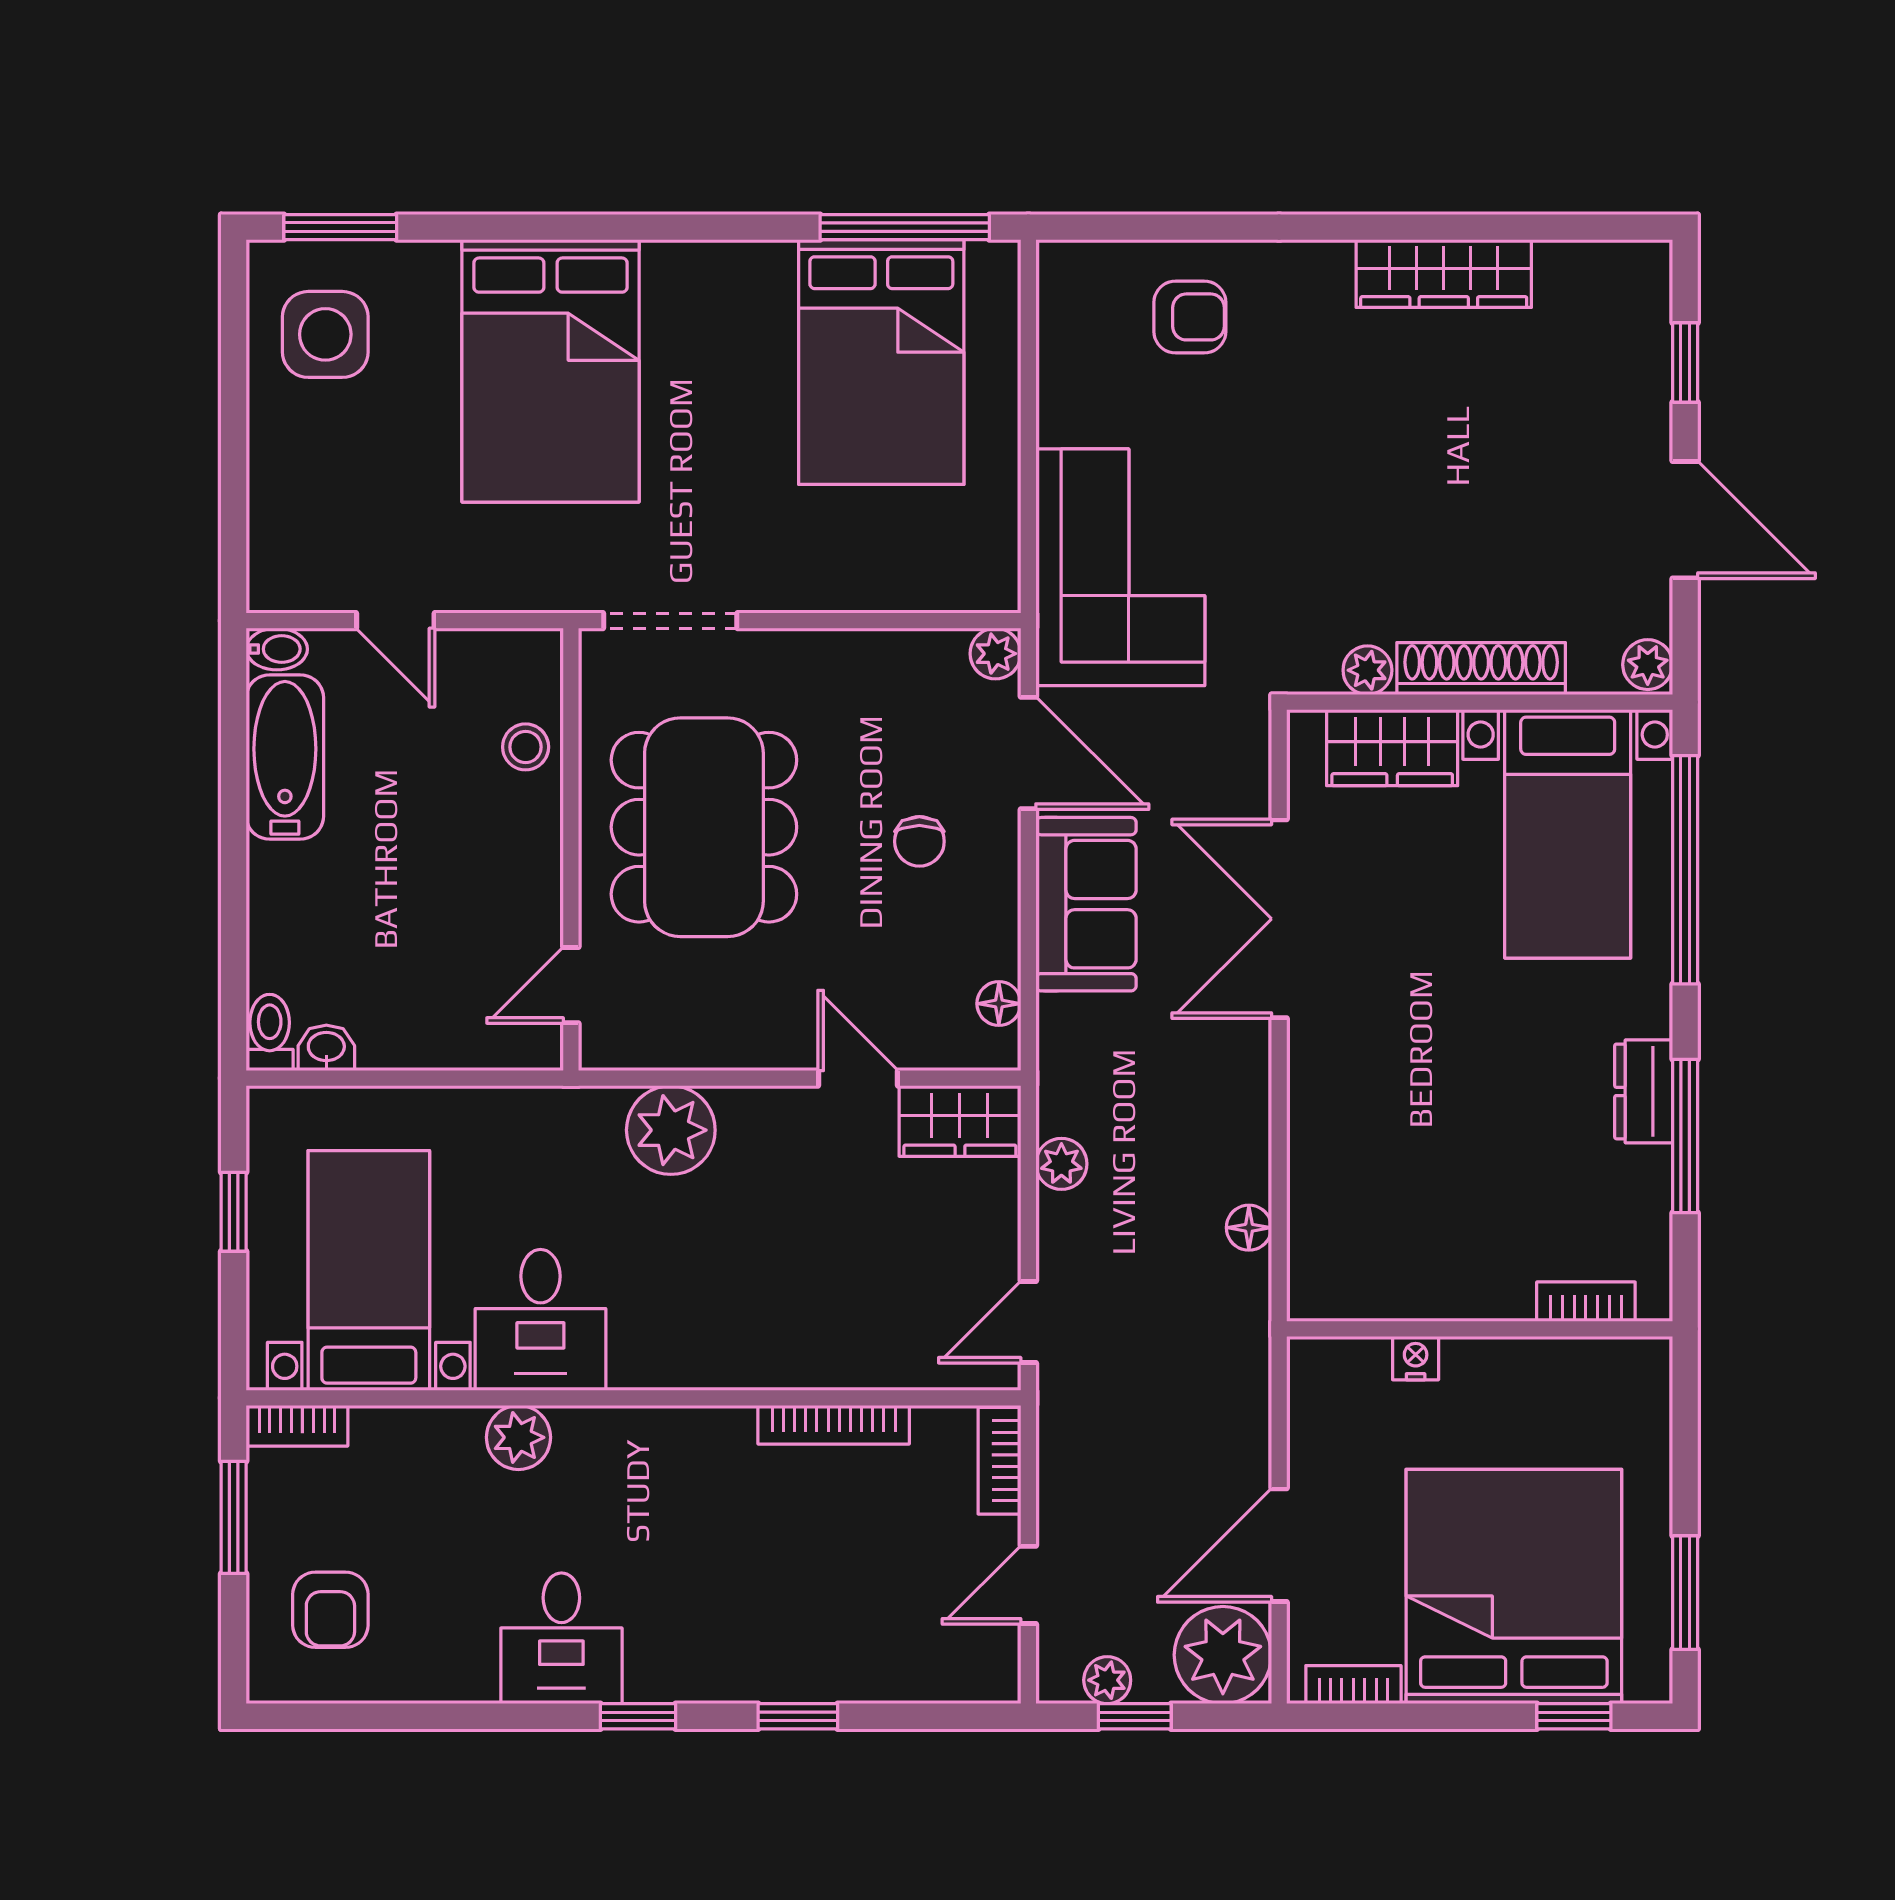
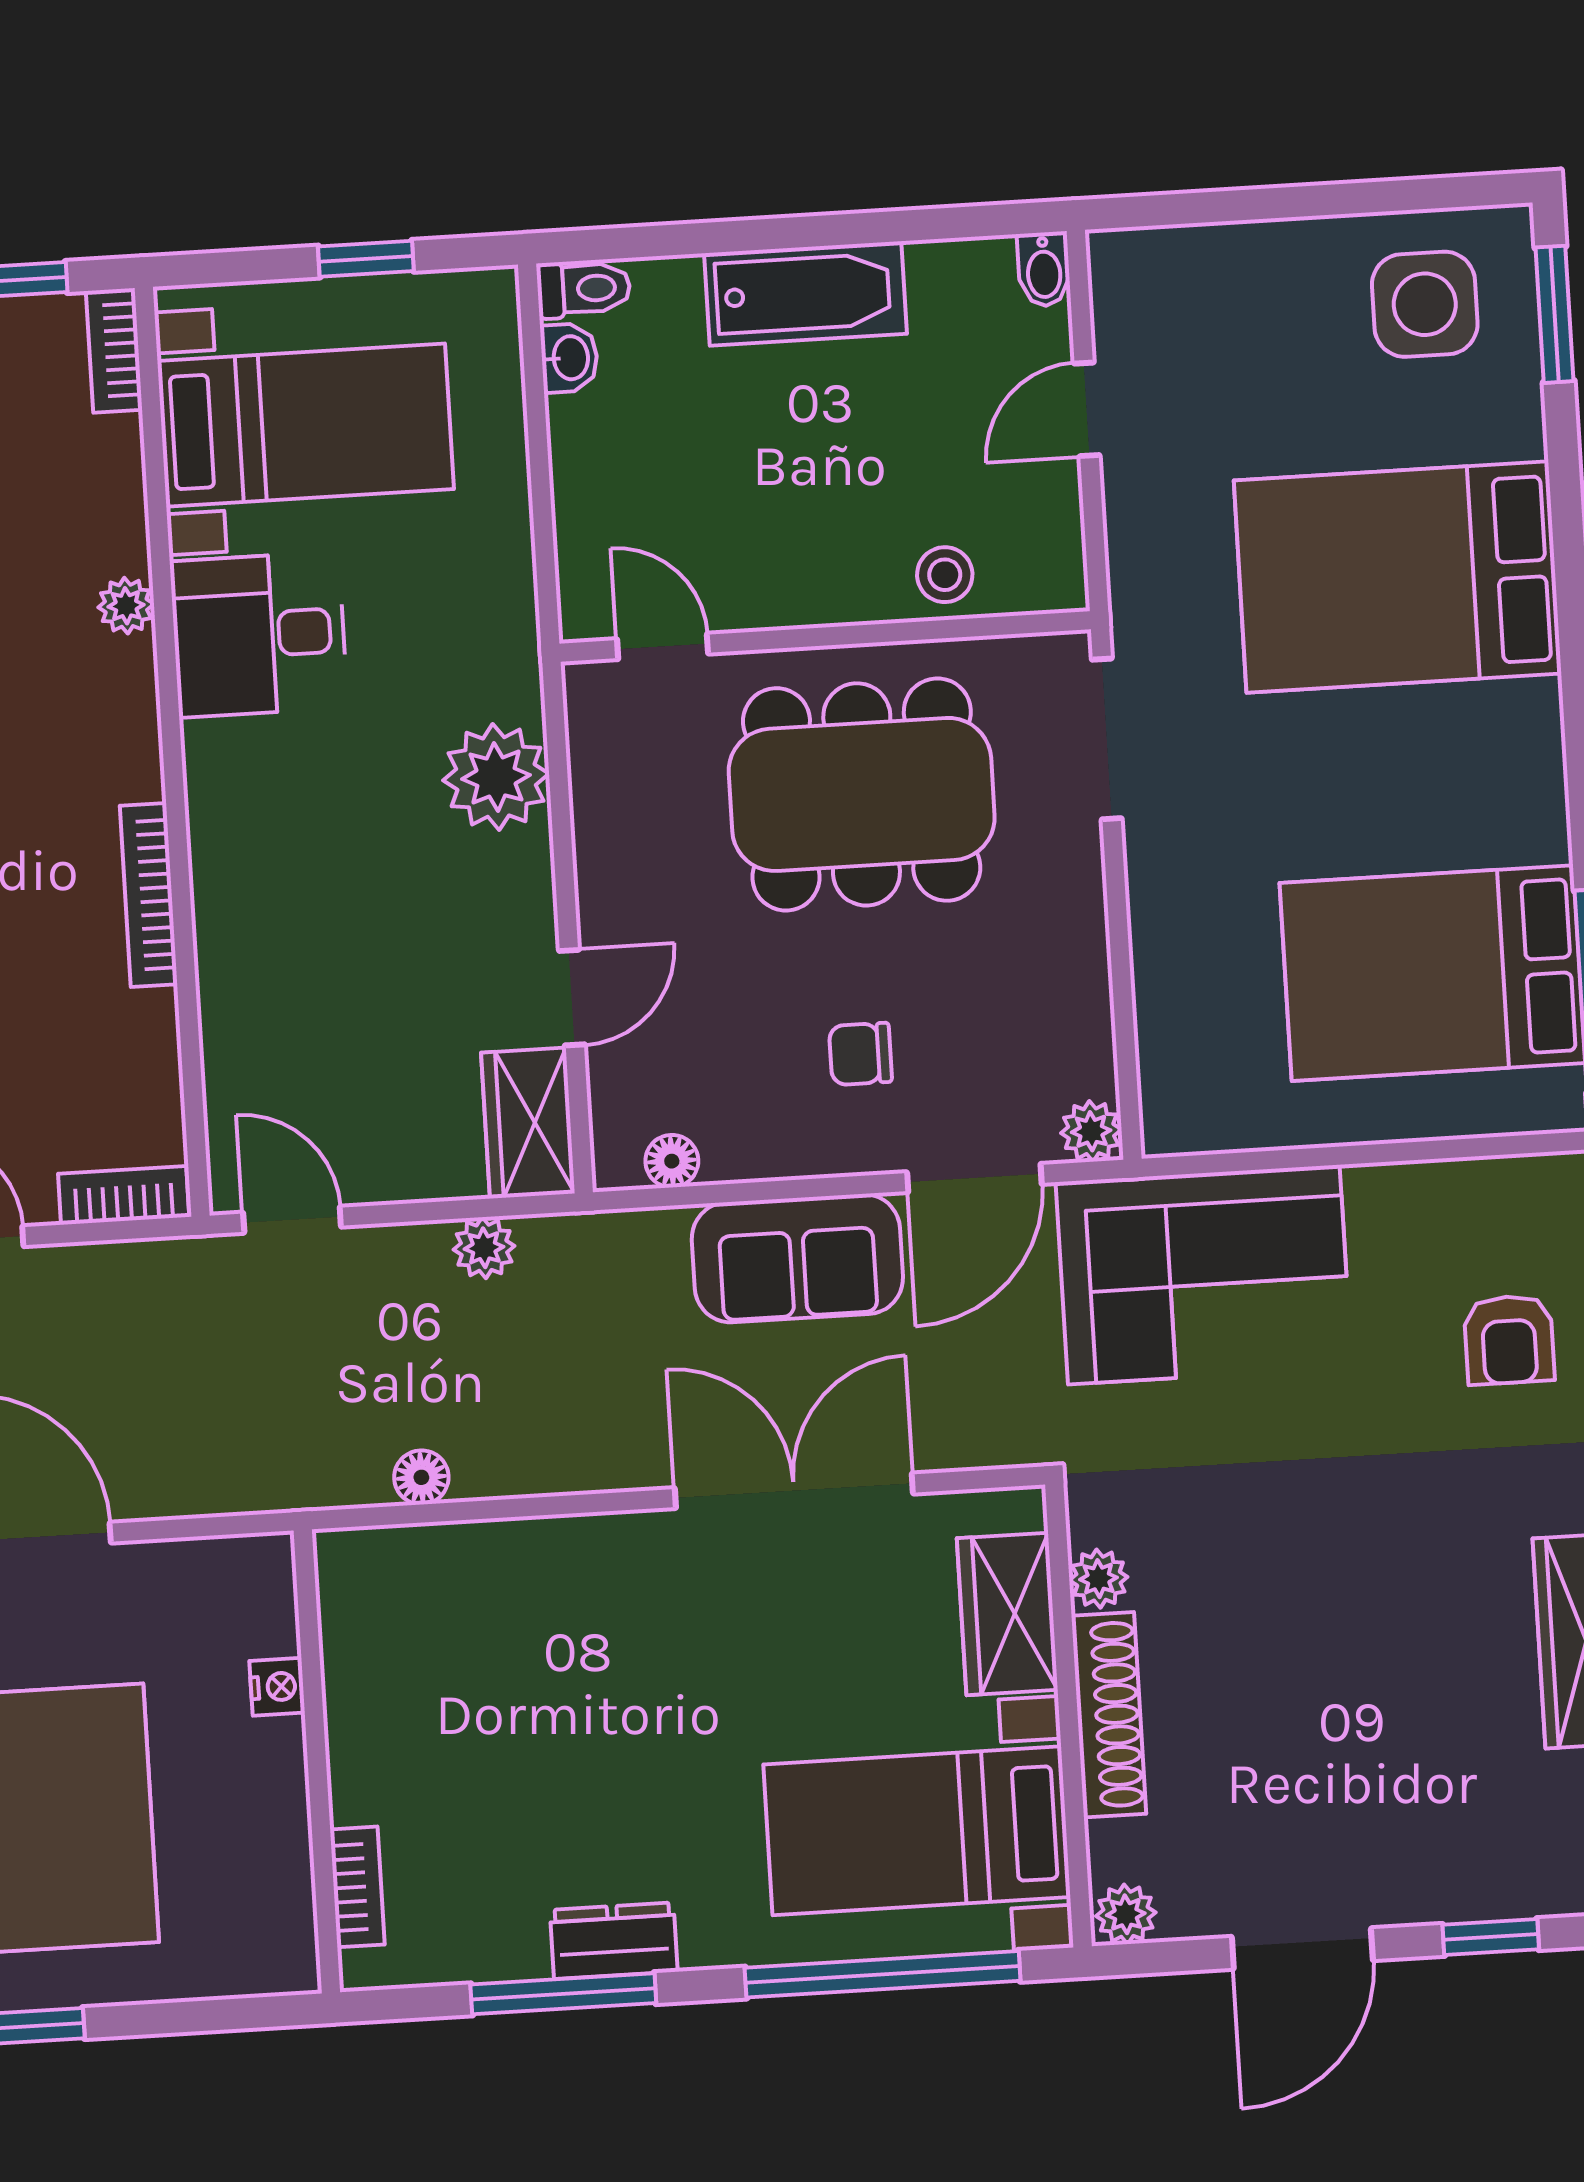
bathtub: (285, 757) -> (806, 293), moved
bookcase: (834, 1425) -> (149, 895), moved
plant: (518, 1437) -> (126, 606), width x0.73, depth x0.73

